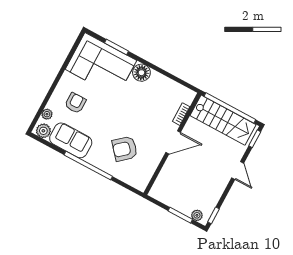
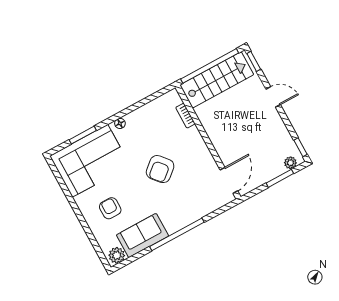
floor lamp: (141, 73) -> (120, 123), width x0.53, depth x0.53
plant: (47, 114) -> (103, 242), removed
door: (173, 142) -> (229, 180), moved
armchair: (125, 149) -> (160, 169), moved

